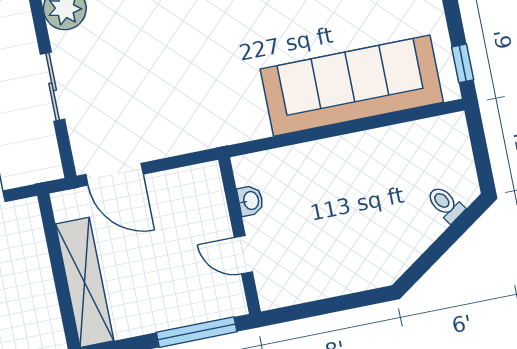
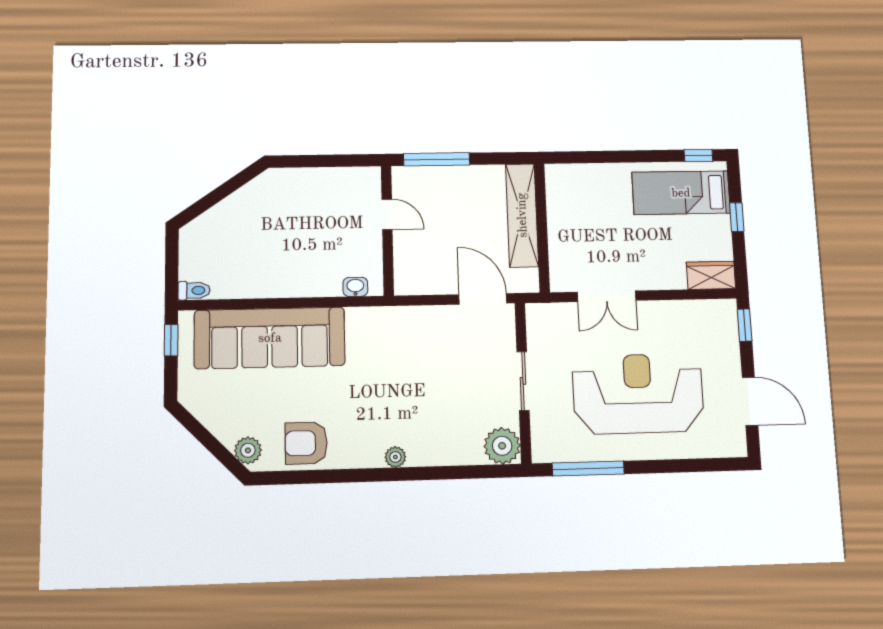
washbasin: (250, 201) -> (355, 287), moved, turned 90
toilet: (445, 204) -> (194, 290), moved, turned -55

